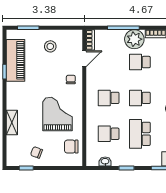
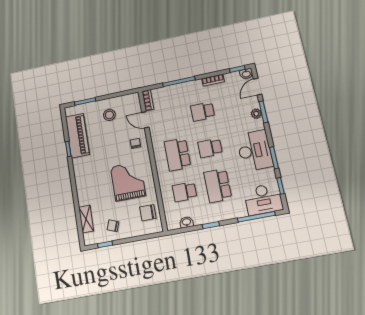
plant: (134, 39) -> (192, 90), removed
door: (84, 59) -> (145, 120), swing flipped
school desk: (109, 98) -> (177, 154), width x1.85
shelving: (12, 123) -> (86, 219), moved

